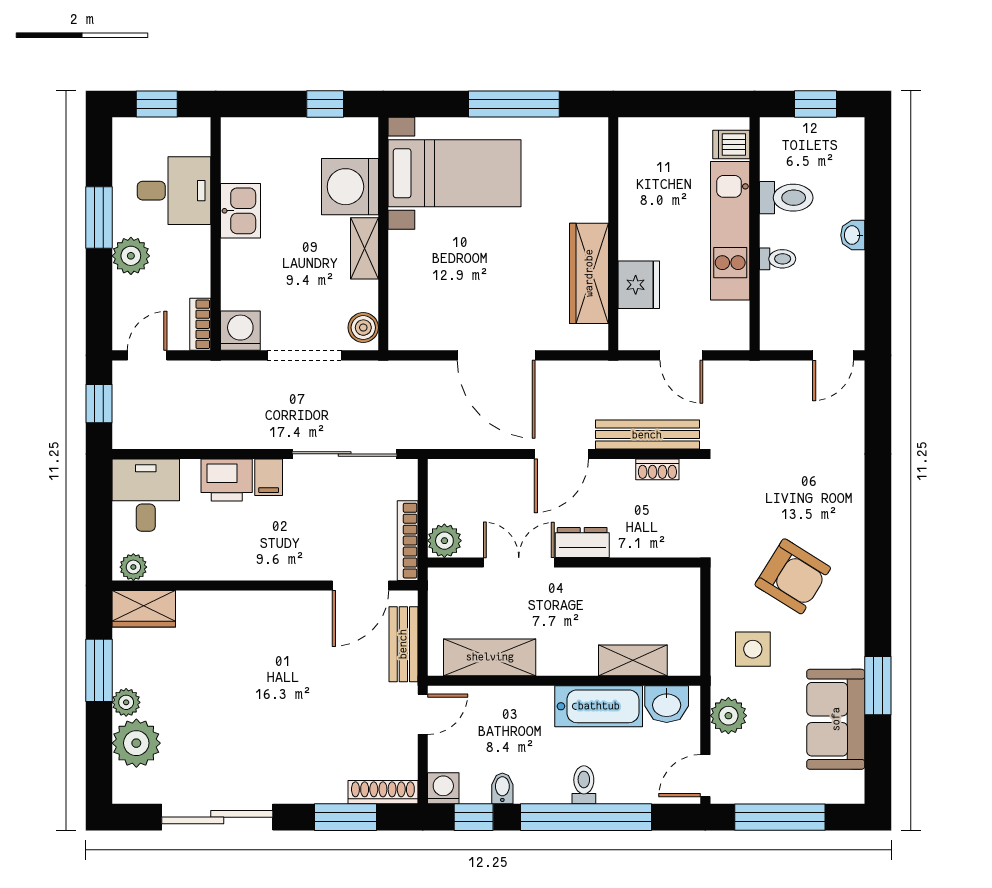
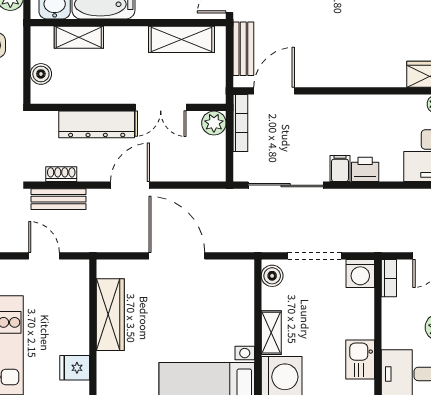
fridge: (639, 285) -> (75, 368), moved, width x0.72
bench: (647, 435) -> (58, 199), width x0.73
printer: (227, 480) -> (365, 169), width x0.73, depth x0.81
dresser: (582, 542) -> (97, 124), width x1.96, depth x1.24
boiler: (686, 609) -> (41, 74), added

